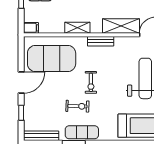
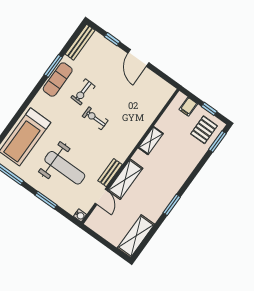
filing cabinet: (31, 28) -> (188, 107), moved
bench: (101, 41) -> (110, 173), moved
exercise mat: (52, 58) -> (140, 99), removed

